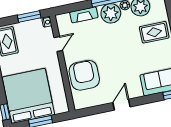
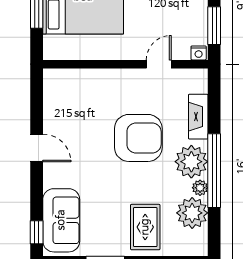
door: (58, 44) -> (159, 64), swing flipped
armchair: (84, 75) -> (138, 138), moved

